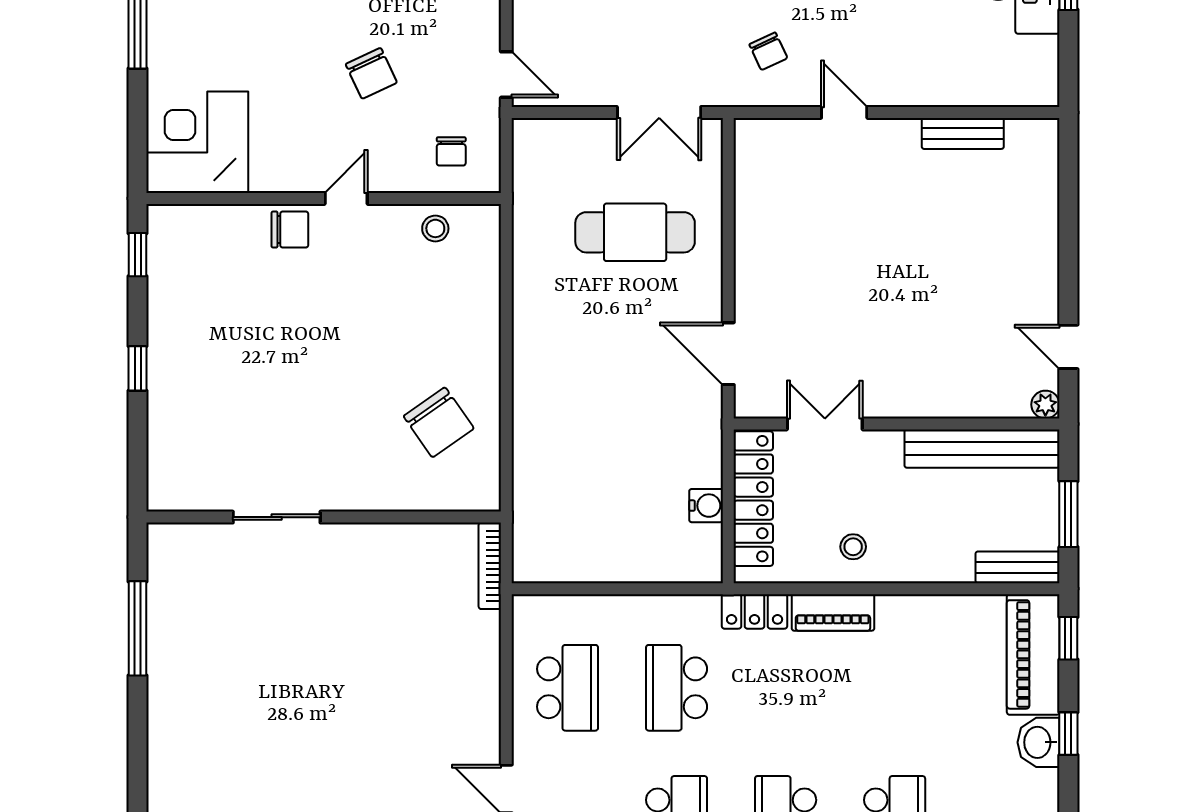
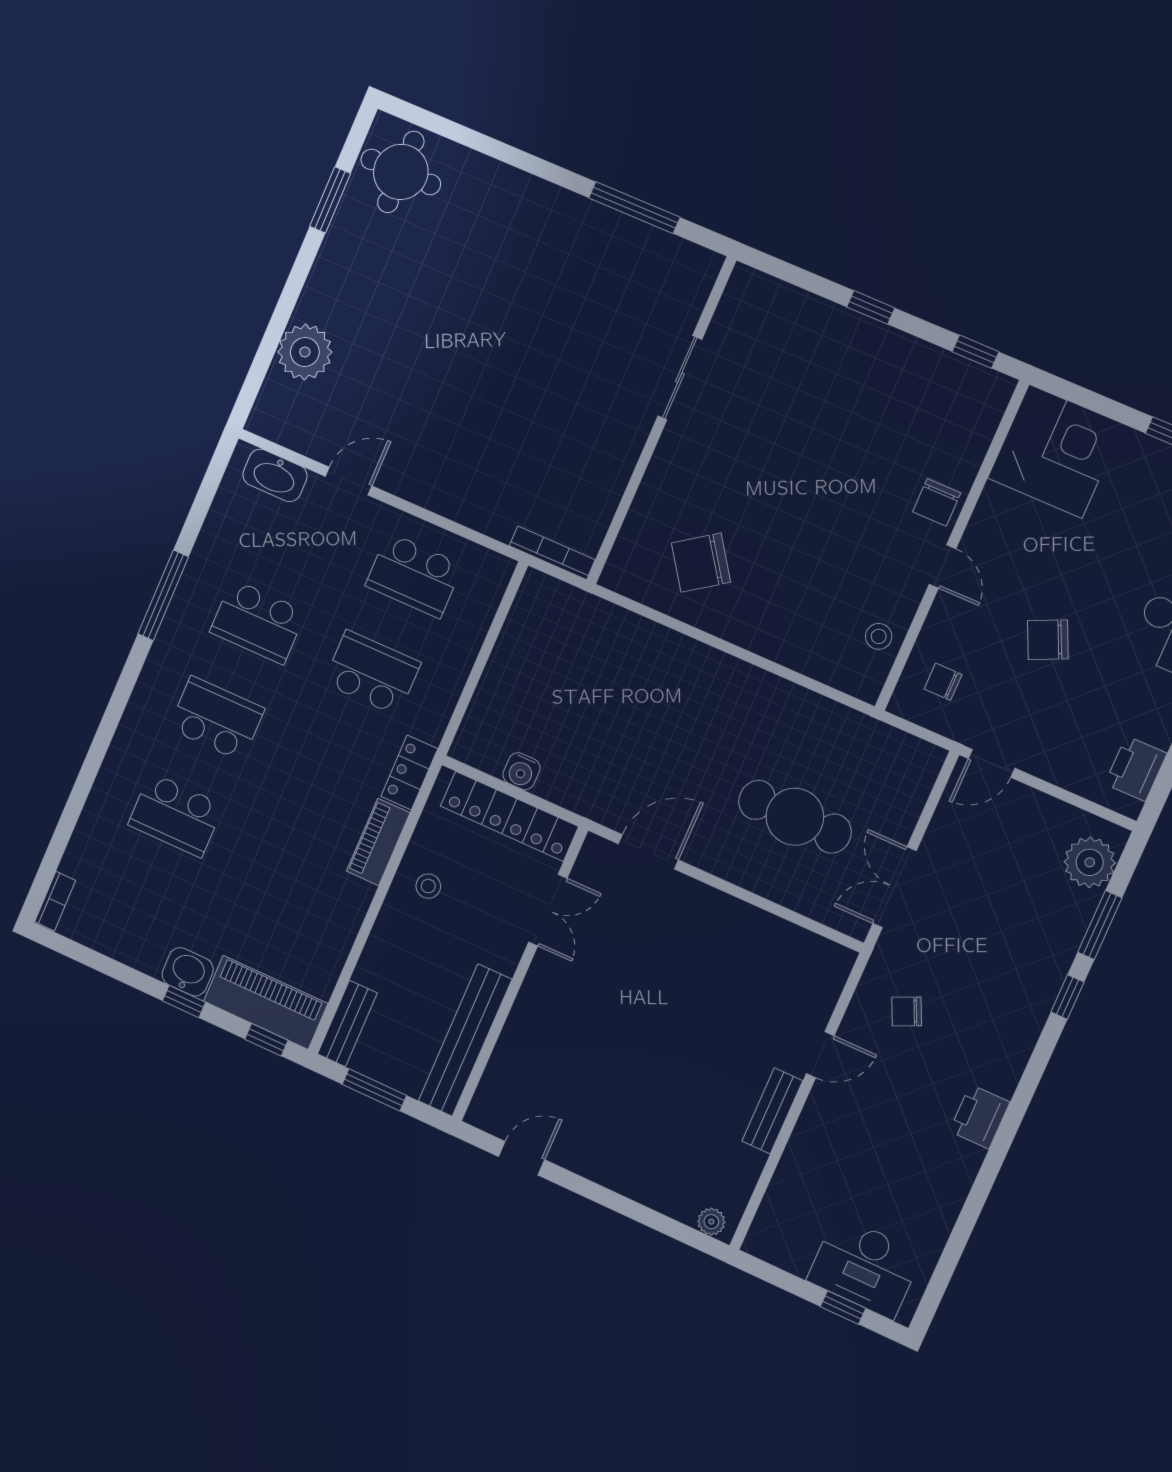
bench: (963, 133) -> (772, 1111), moved
cafe table: (635, 232) -> (795, 817), turned 90
plant: (1045, 405) -> (711, 1222), moved

